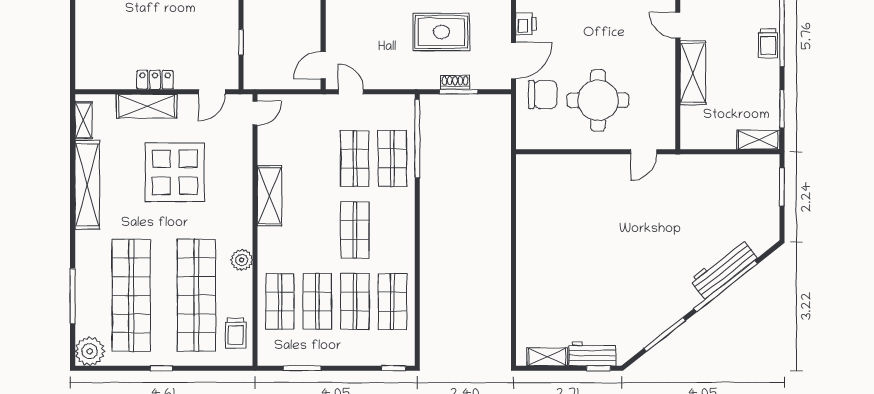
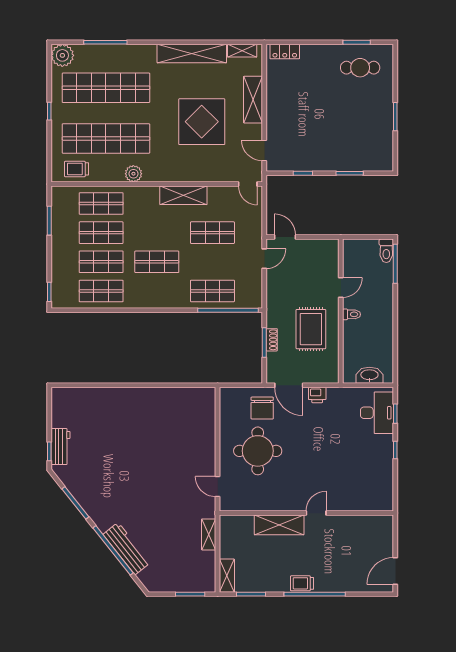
locker: (155, 80) -> (285, 51), moved, turned 90
shop shelf: (355, 158) -> (212, 233), moved
shelving: (547, 357) -> (209, 534), moved

